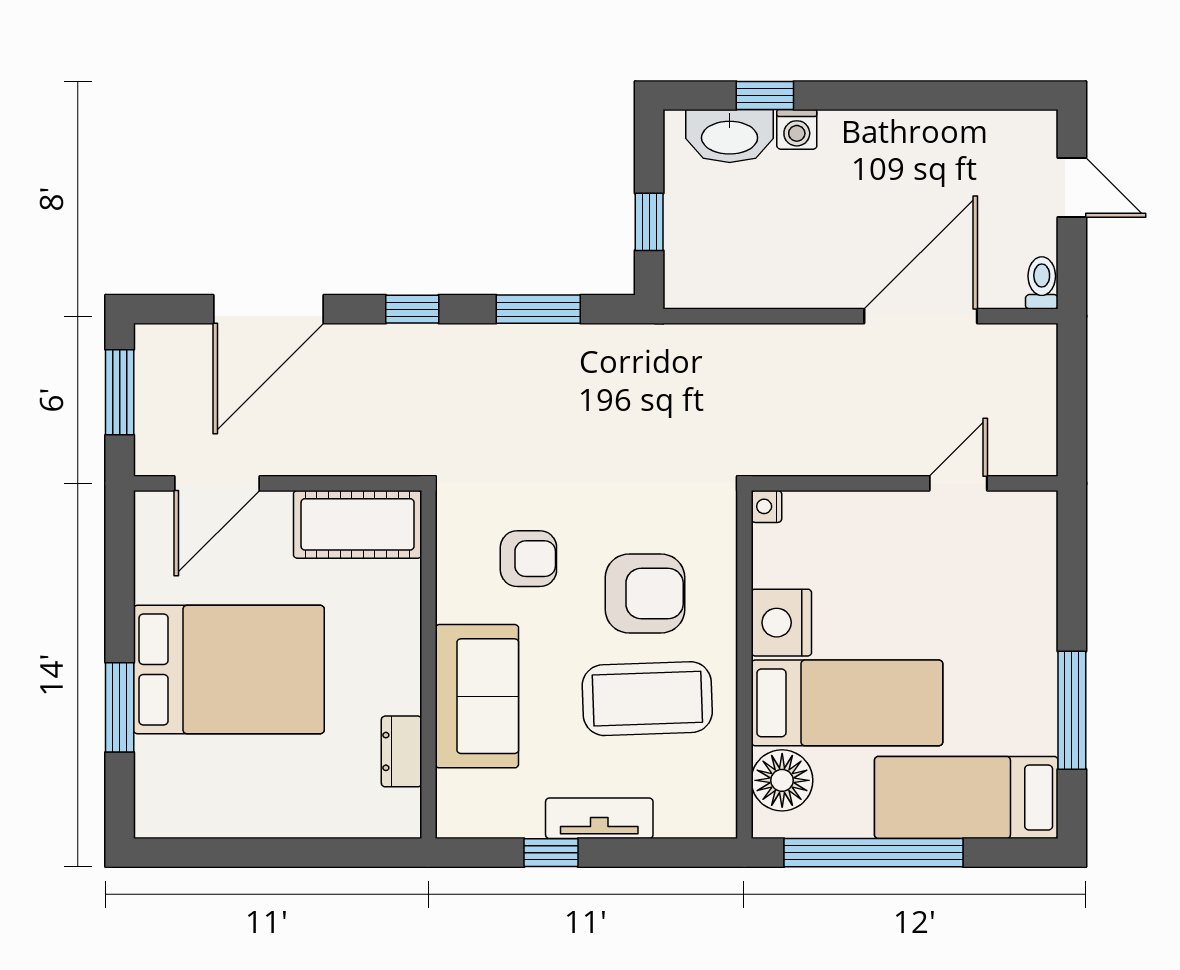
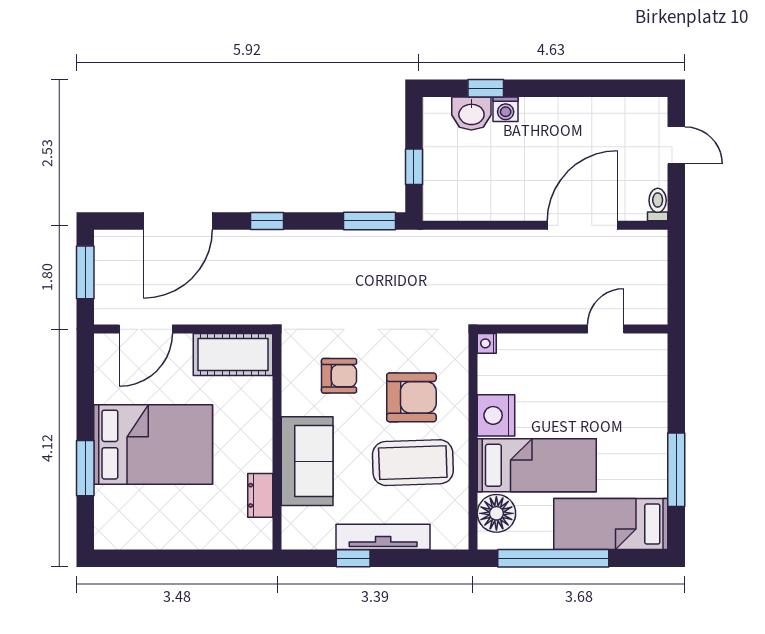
washbasin: (730, 136) -> (471, 113), width x0.72
window: (538, 309) -> (369, 221), moved
tv unit: (599, 818) -> (383, 537), width x1.41

